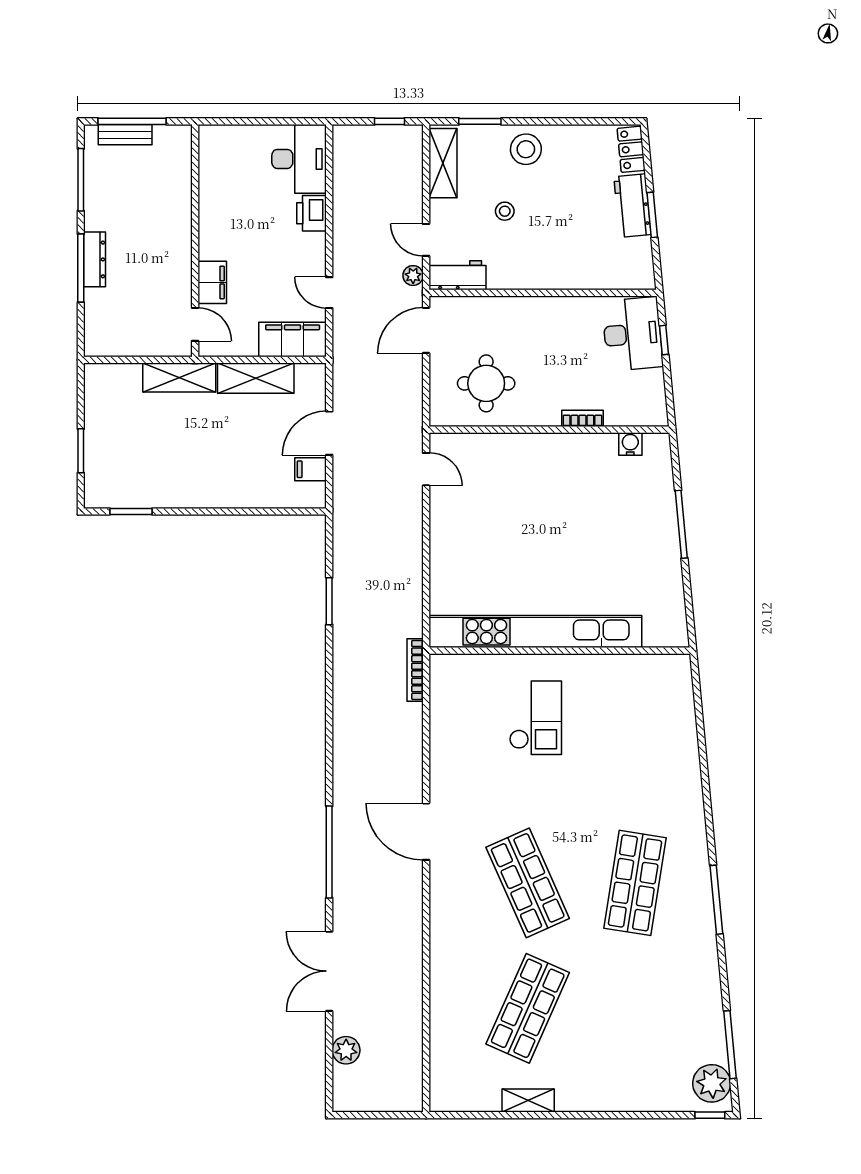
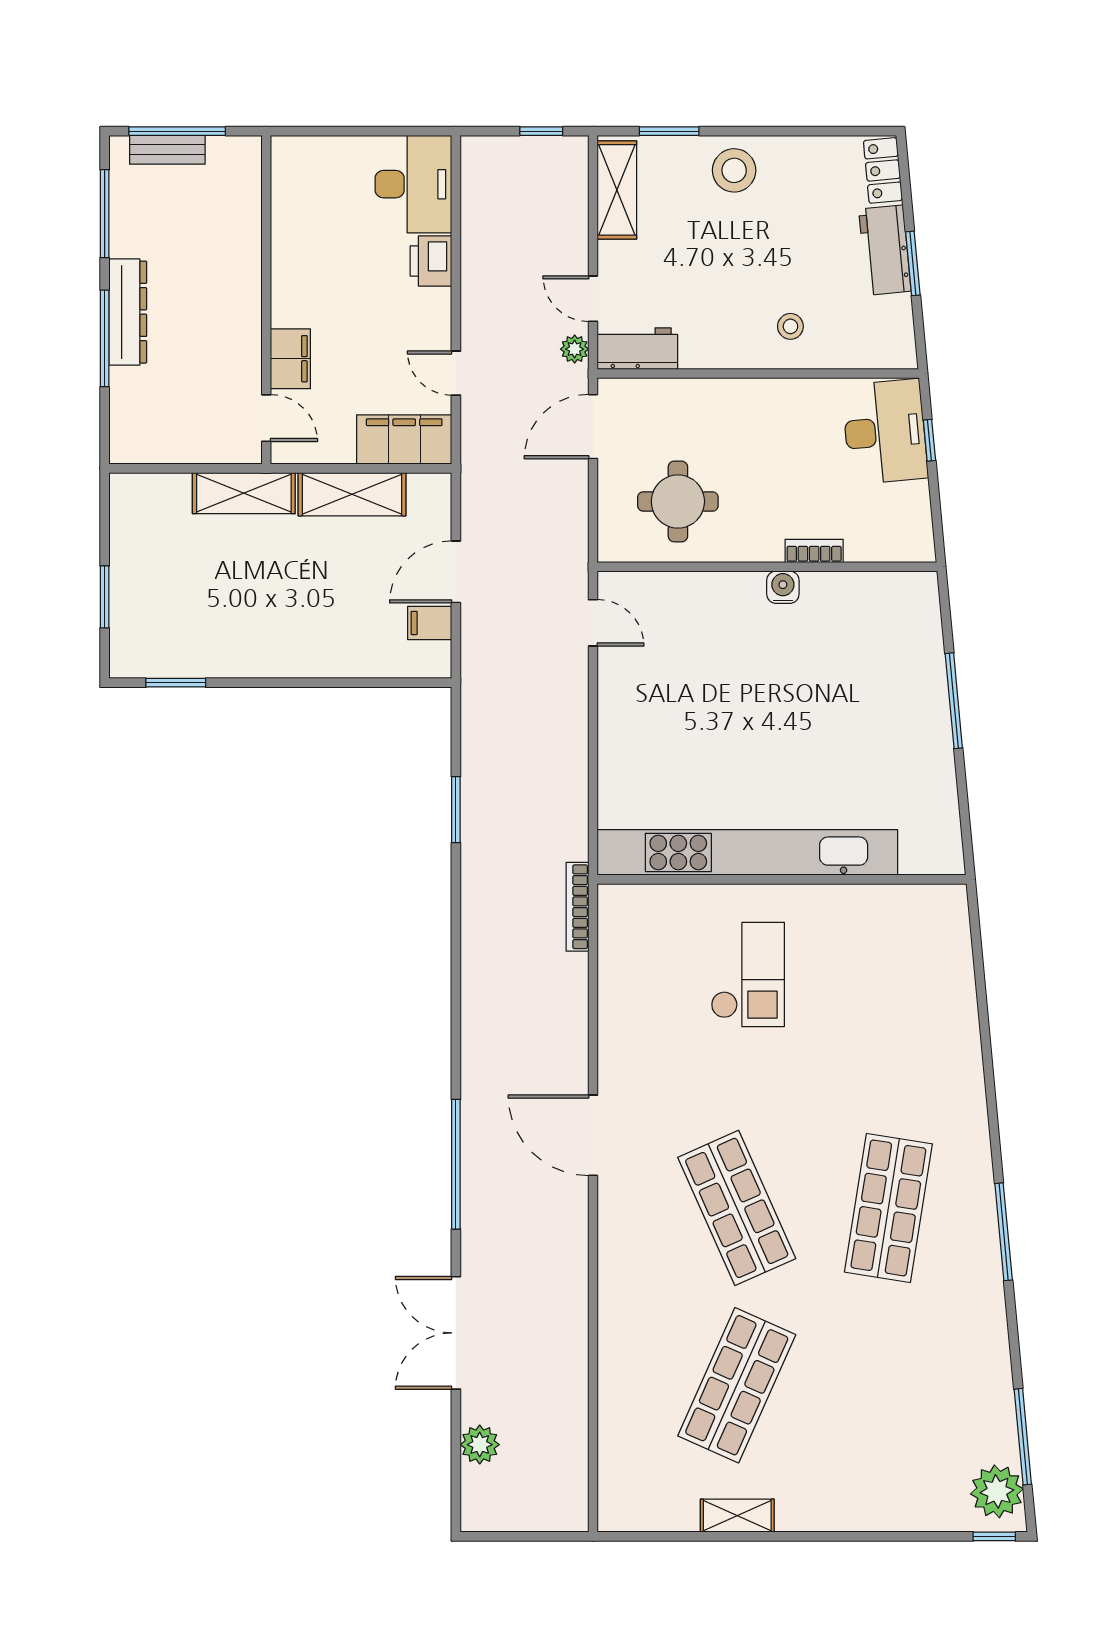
stool: (505, 211) -> (790, 326), moved
dresser: (95, 259) -> (128, 312), width x1.37, depth x1.24
water cooler: (630, 444) -> (783, 587), moved

